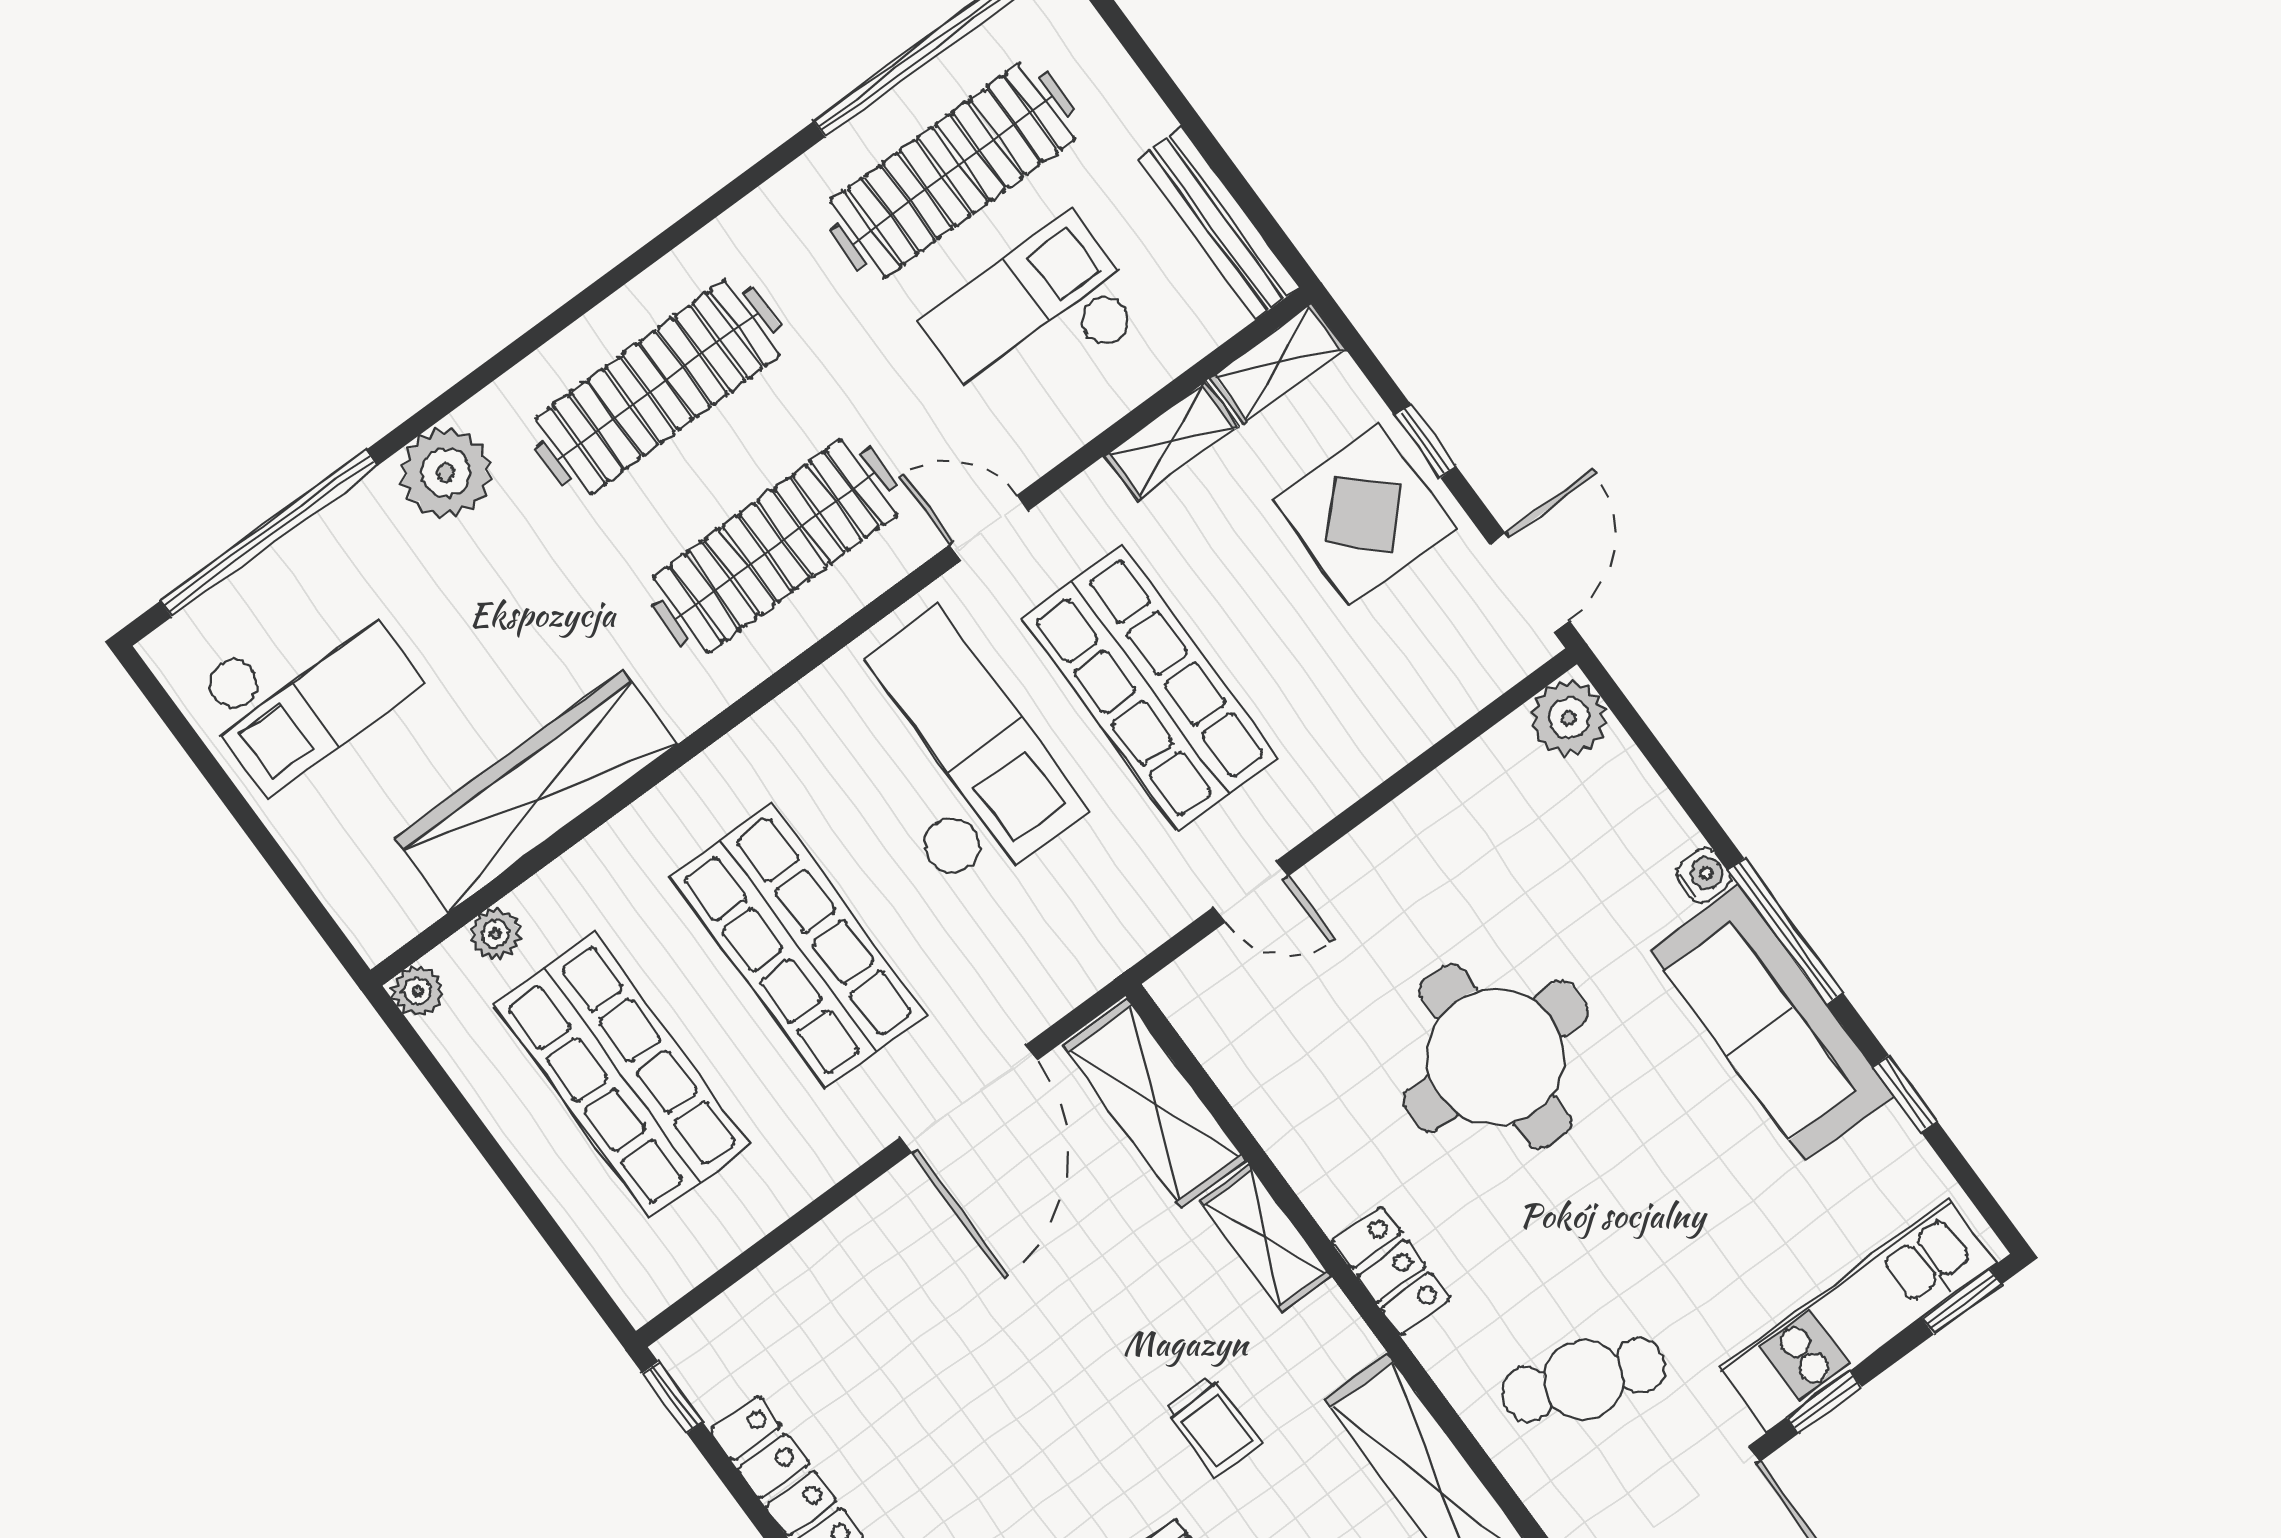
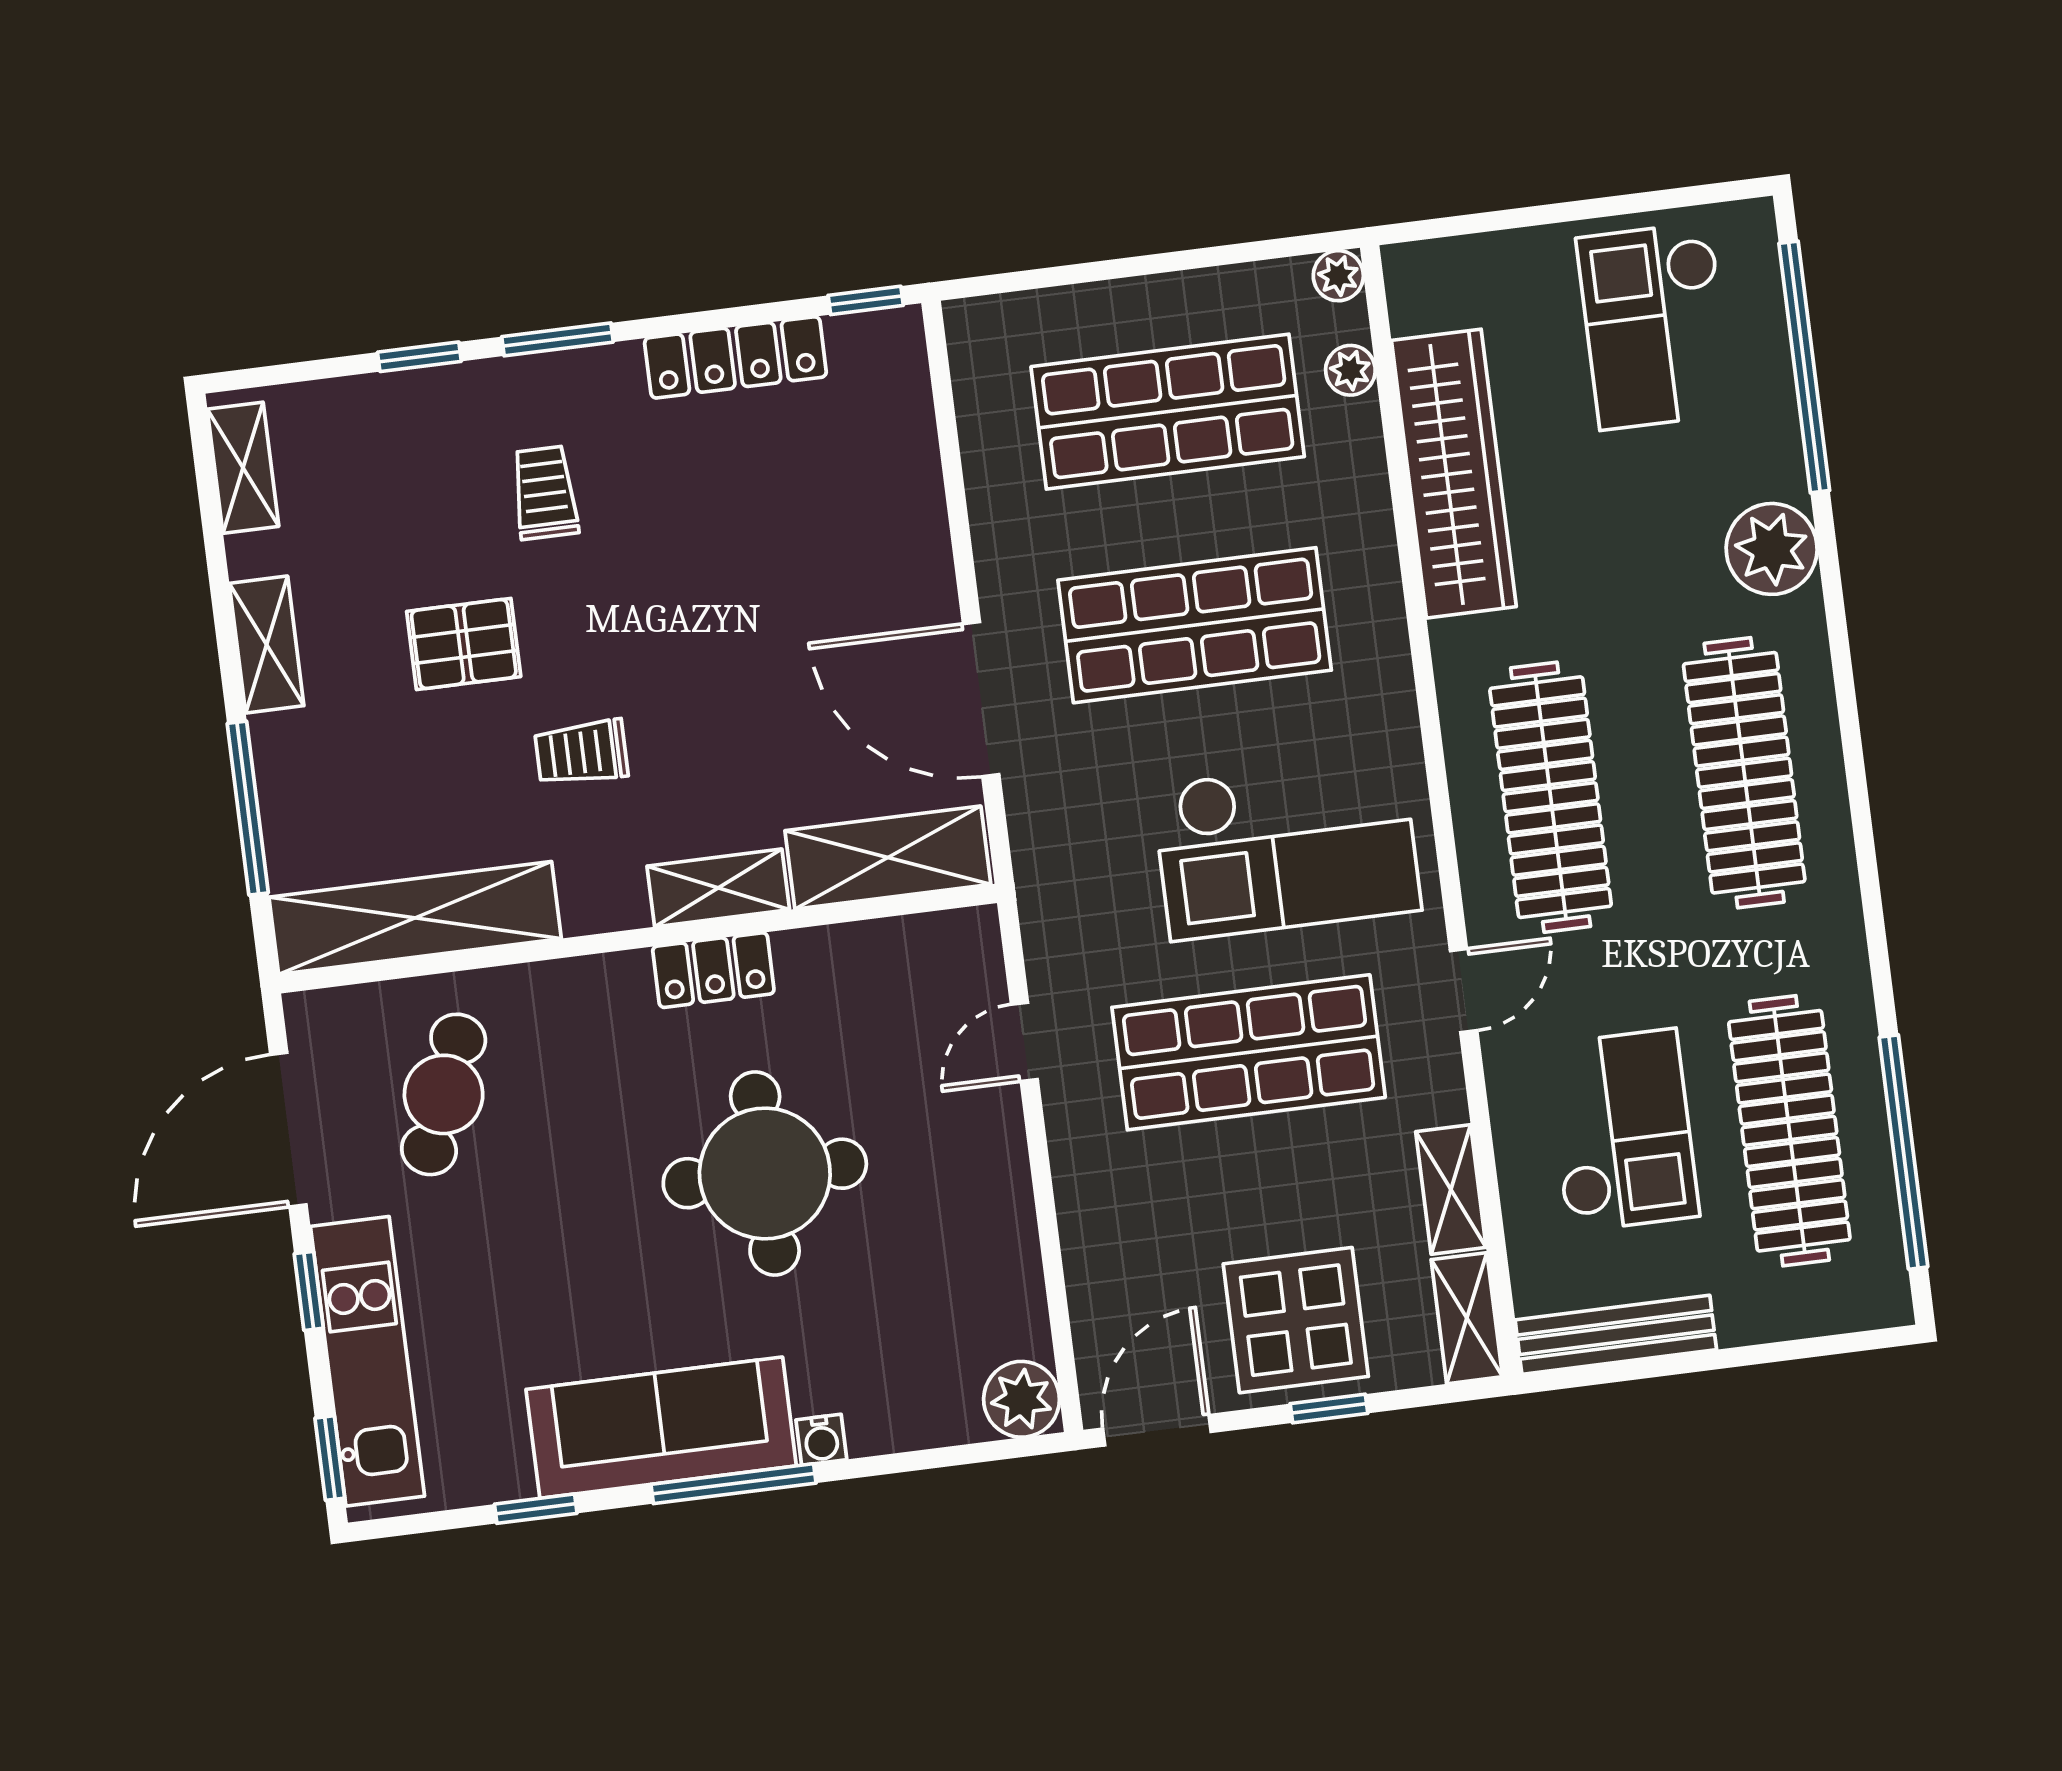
door: (1529, 583) -> (1157, 1430), swing flipped
locker: (1391, 1271) -> (713, 970), moved

